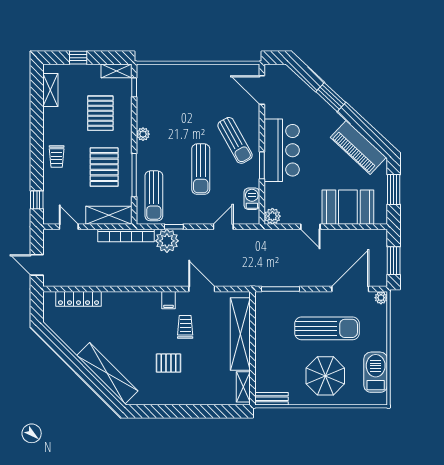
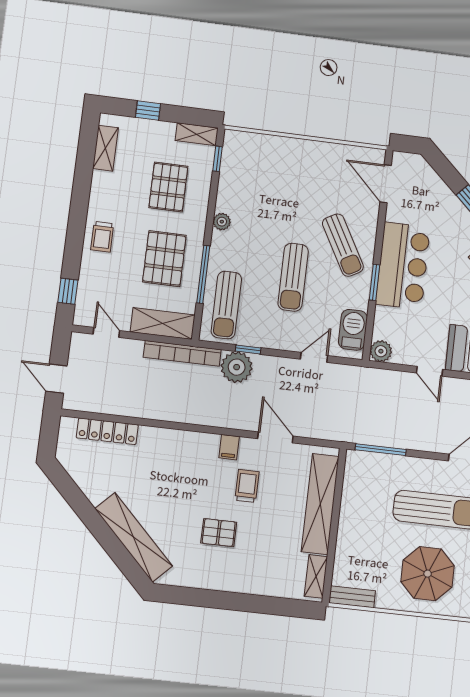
barbecue: (252, 199) -> (353, 330), width x1.38, depth x1.27

